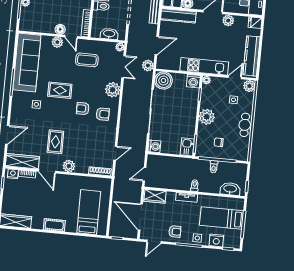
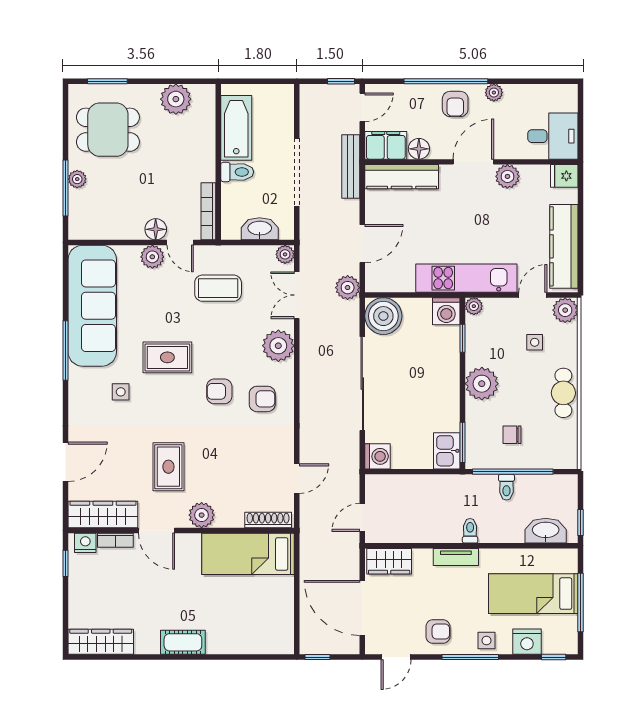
double door: (124, 67) -> (297, 295), swing flipped
bed: (89, 212) -> (248, 554), moved, turned -90

